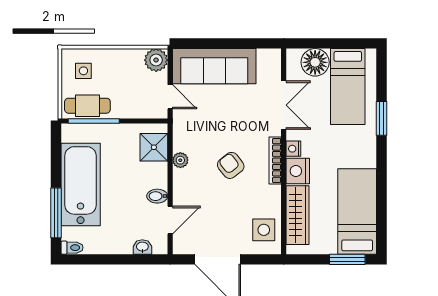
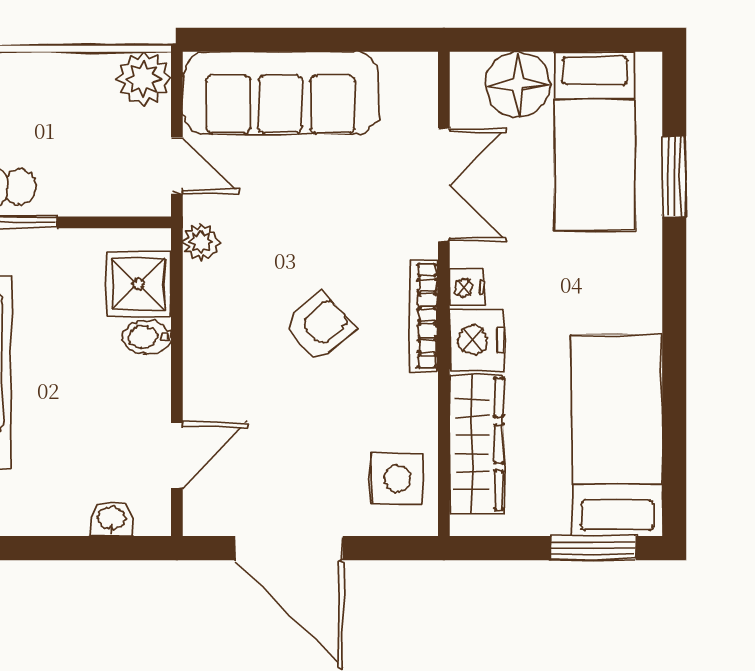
window: (382, 118) -> (674, 176), moved
plant: (180, 160) -> (201, 242), moved
armchair: (231, 165) -> (319, 327), turned 87
bidet: (157, 196) -> (147, 337), moved

